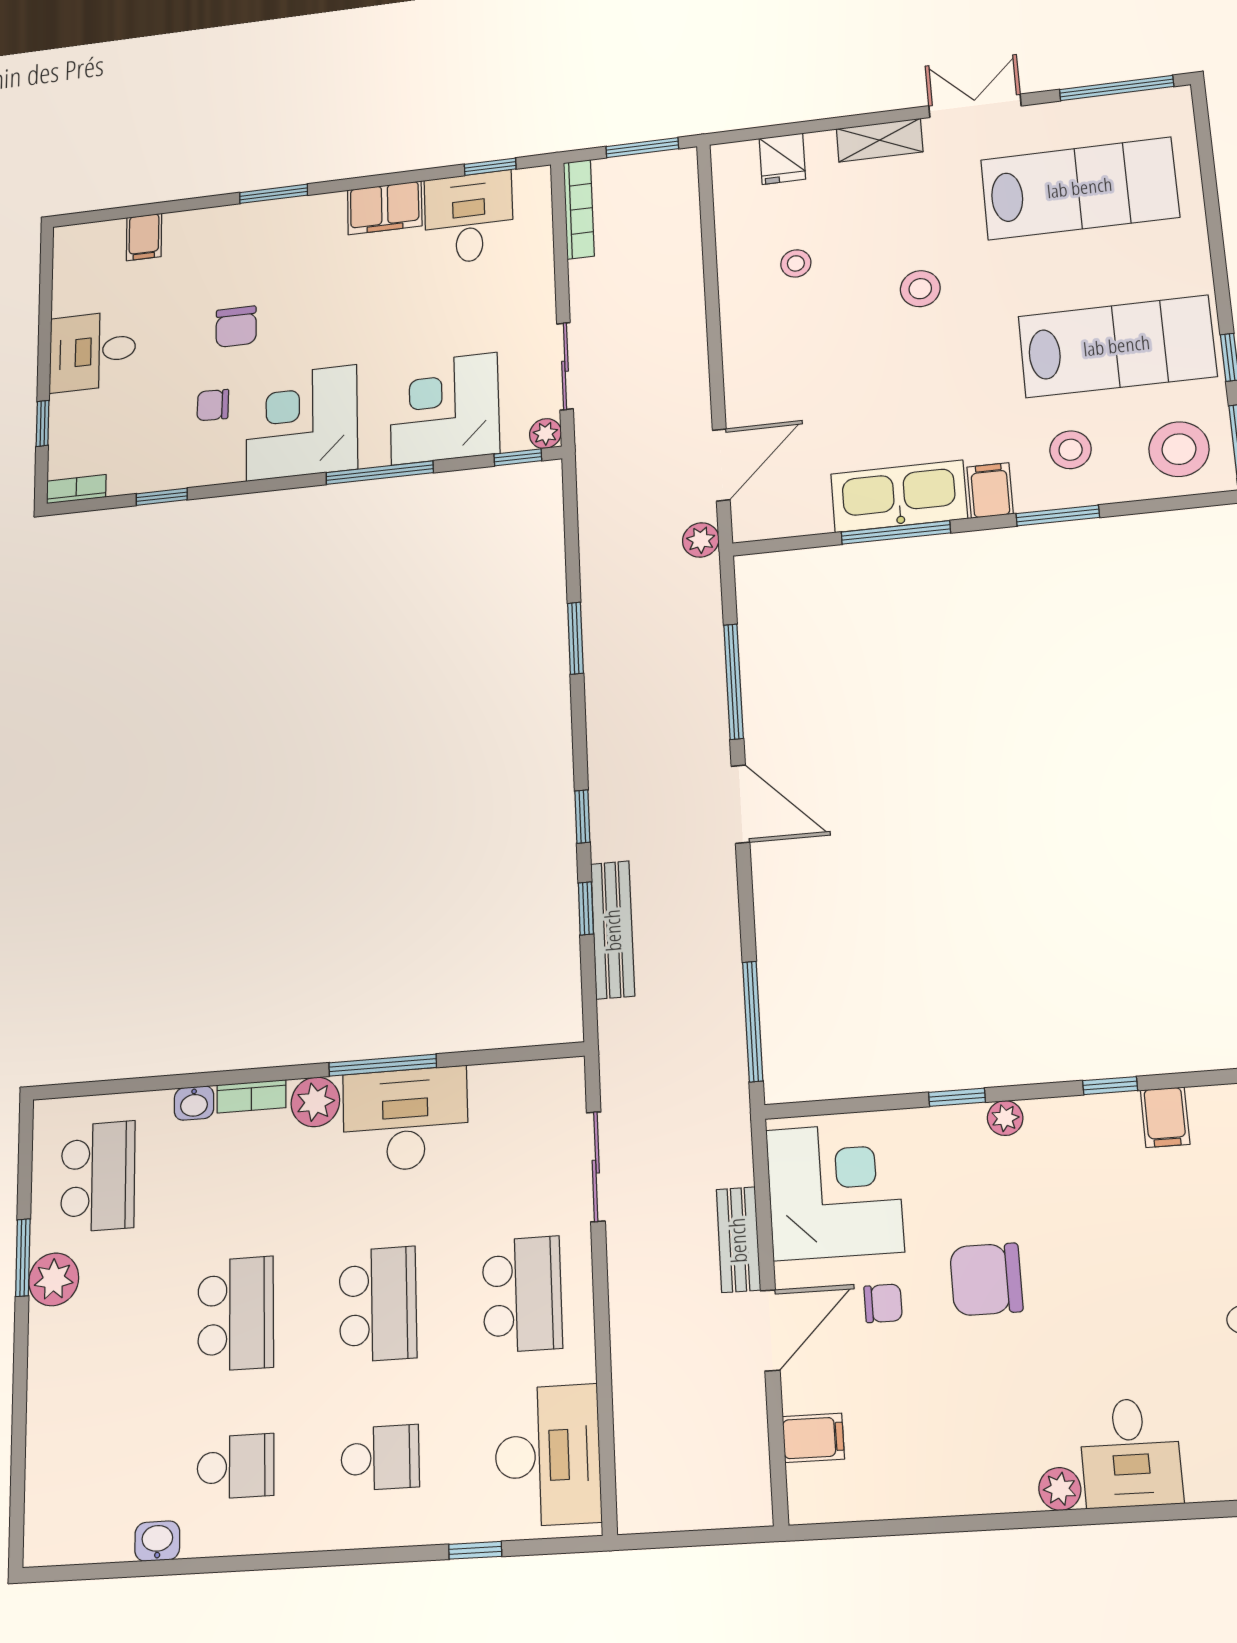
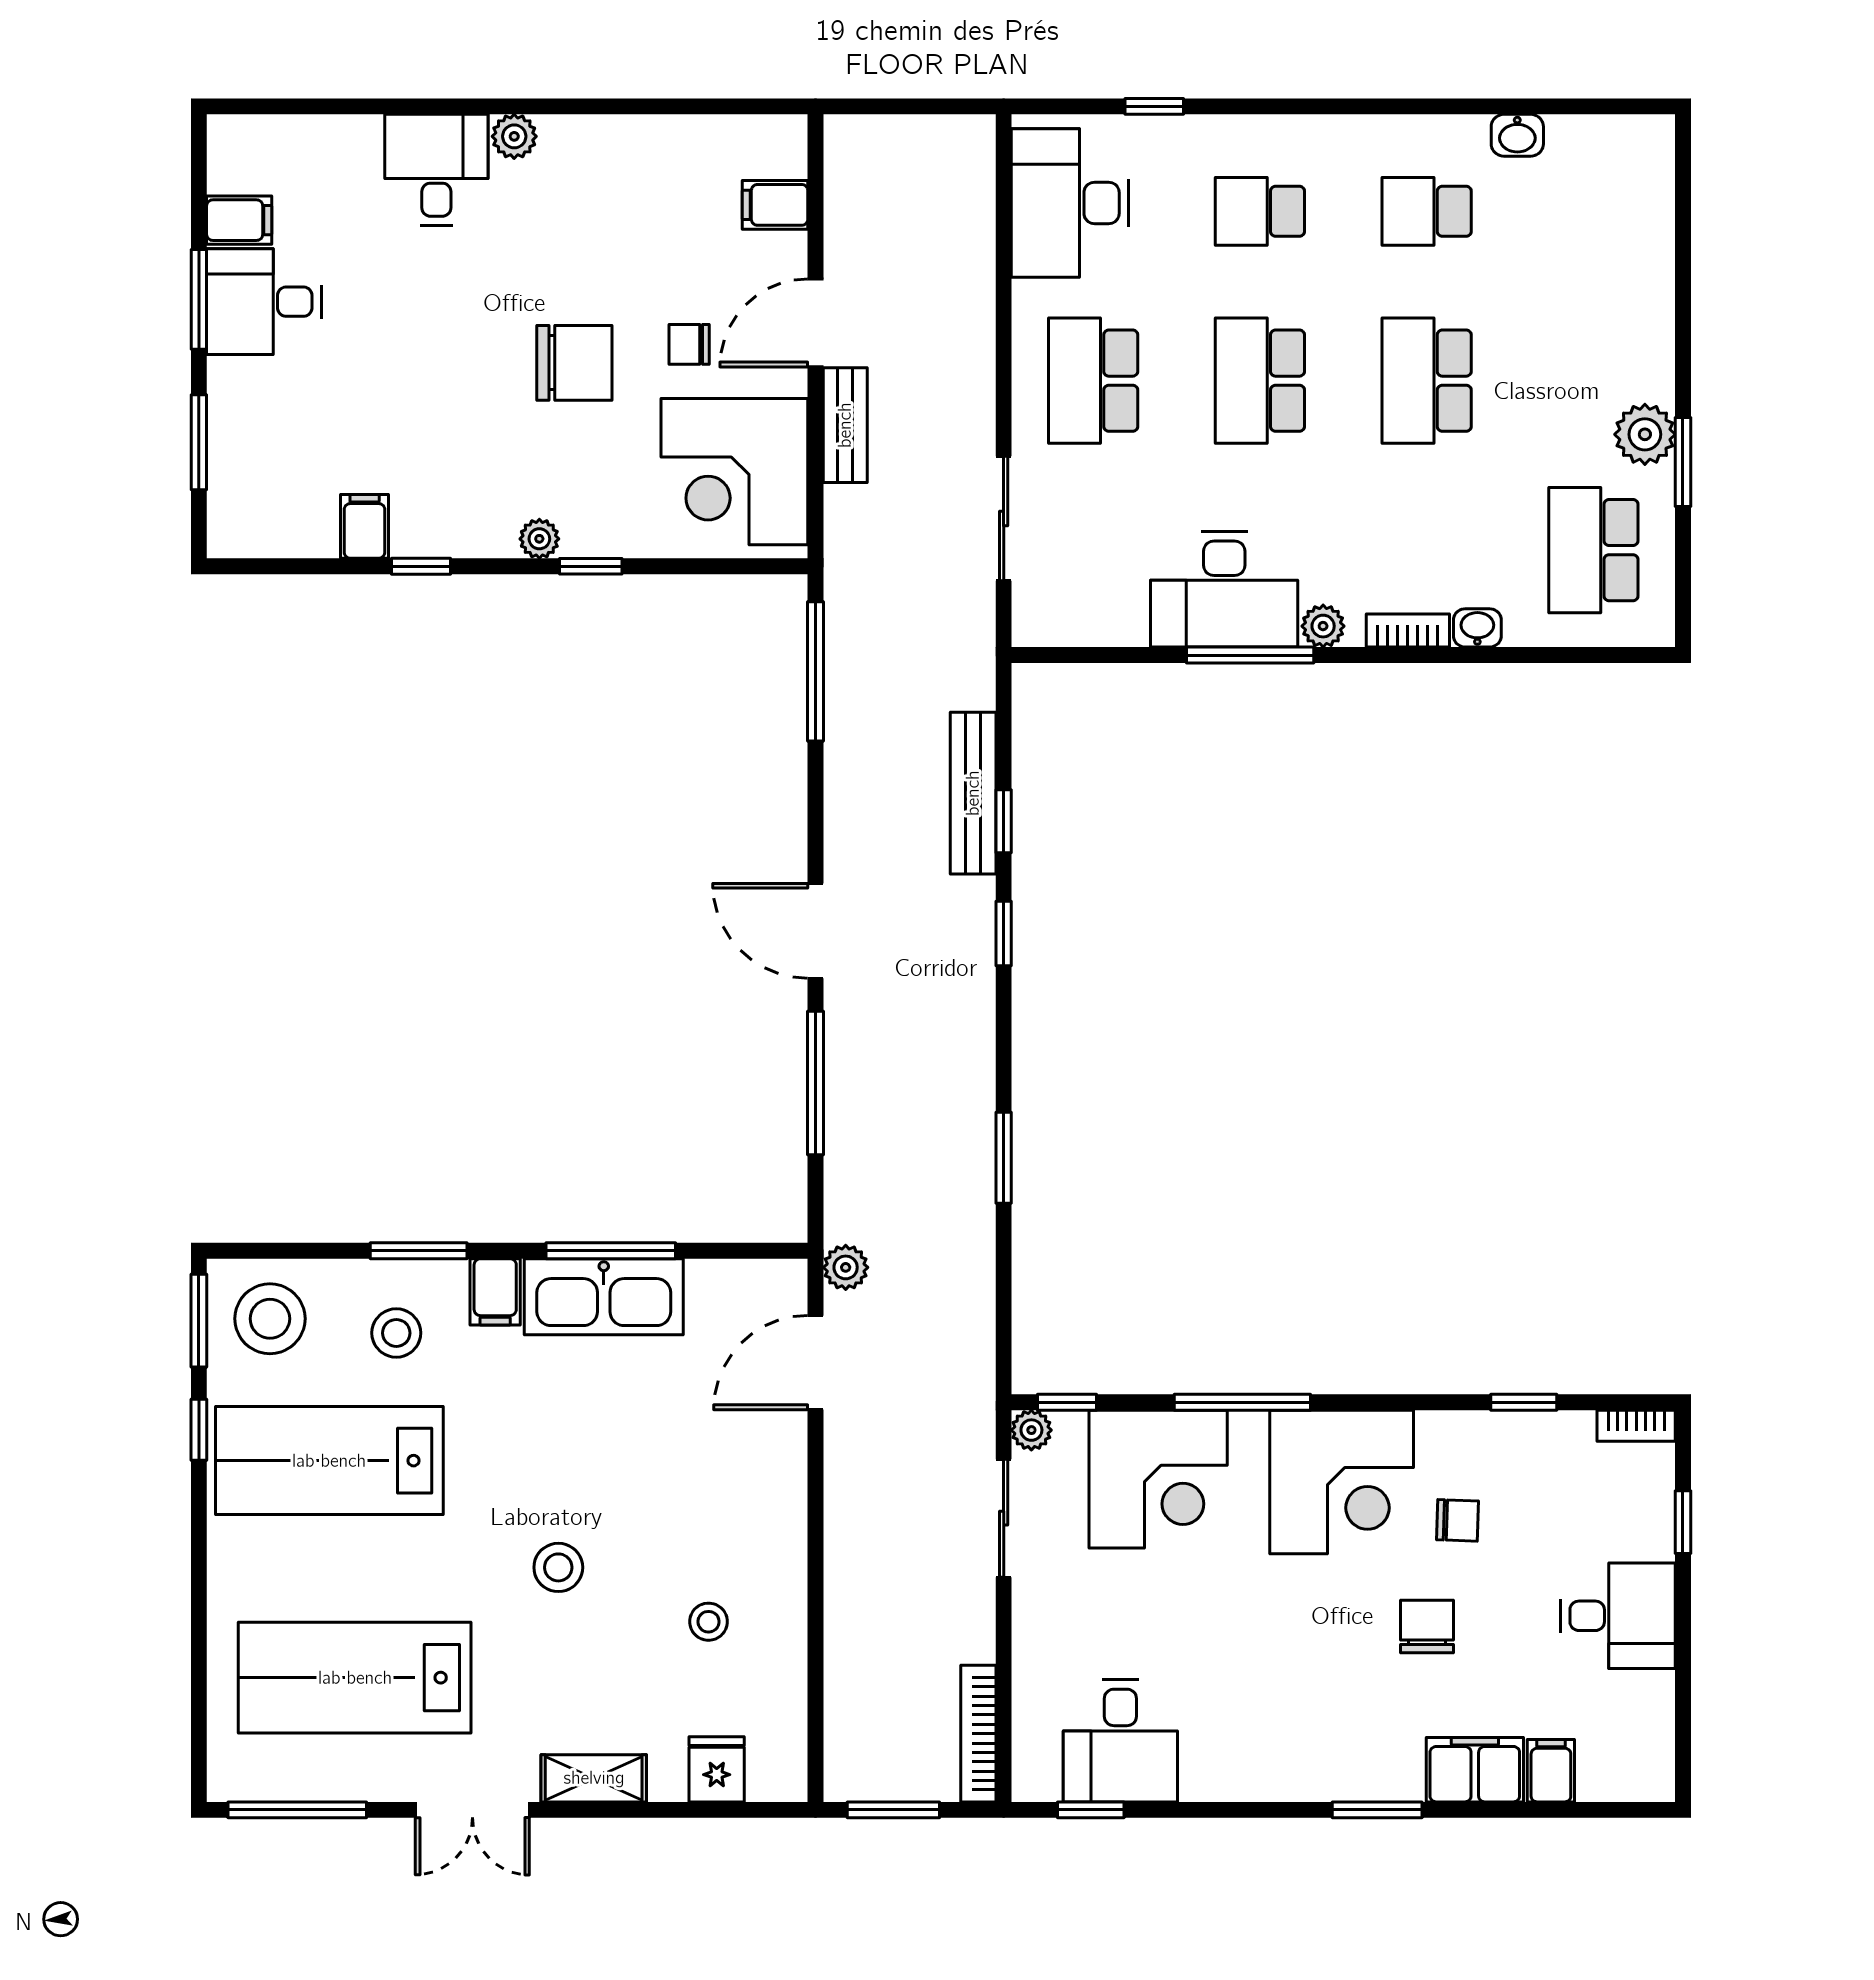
filing cabinet: (385, 208) -> (1475, 1770), moved
plant: (315, 1102) -> (1323, 626), width x0.73, depth x0.73

